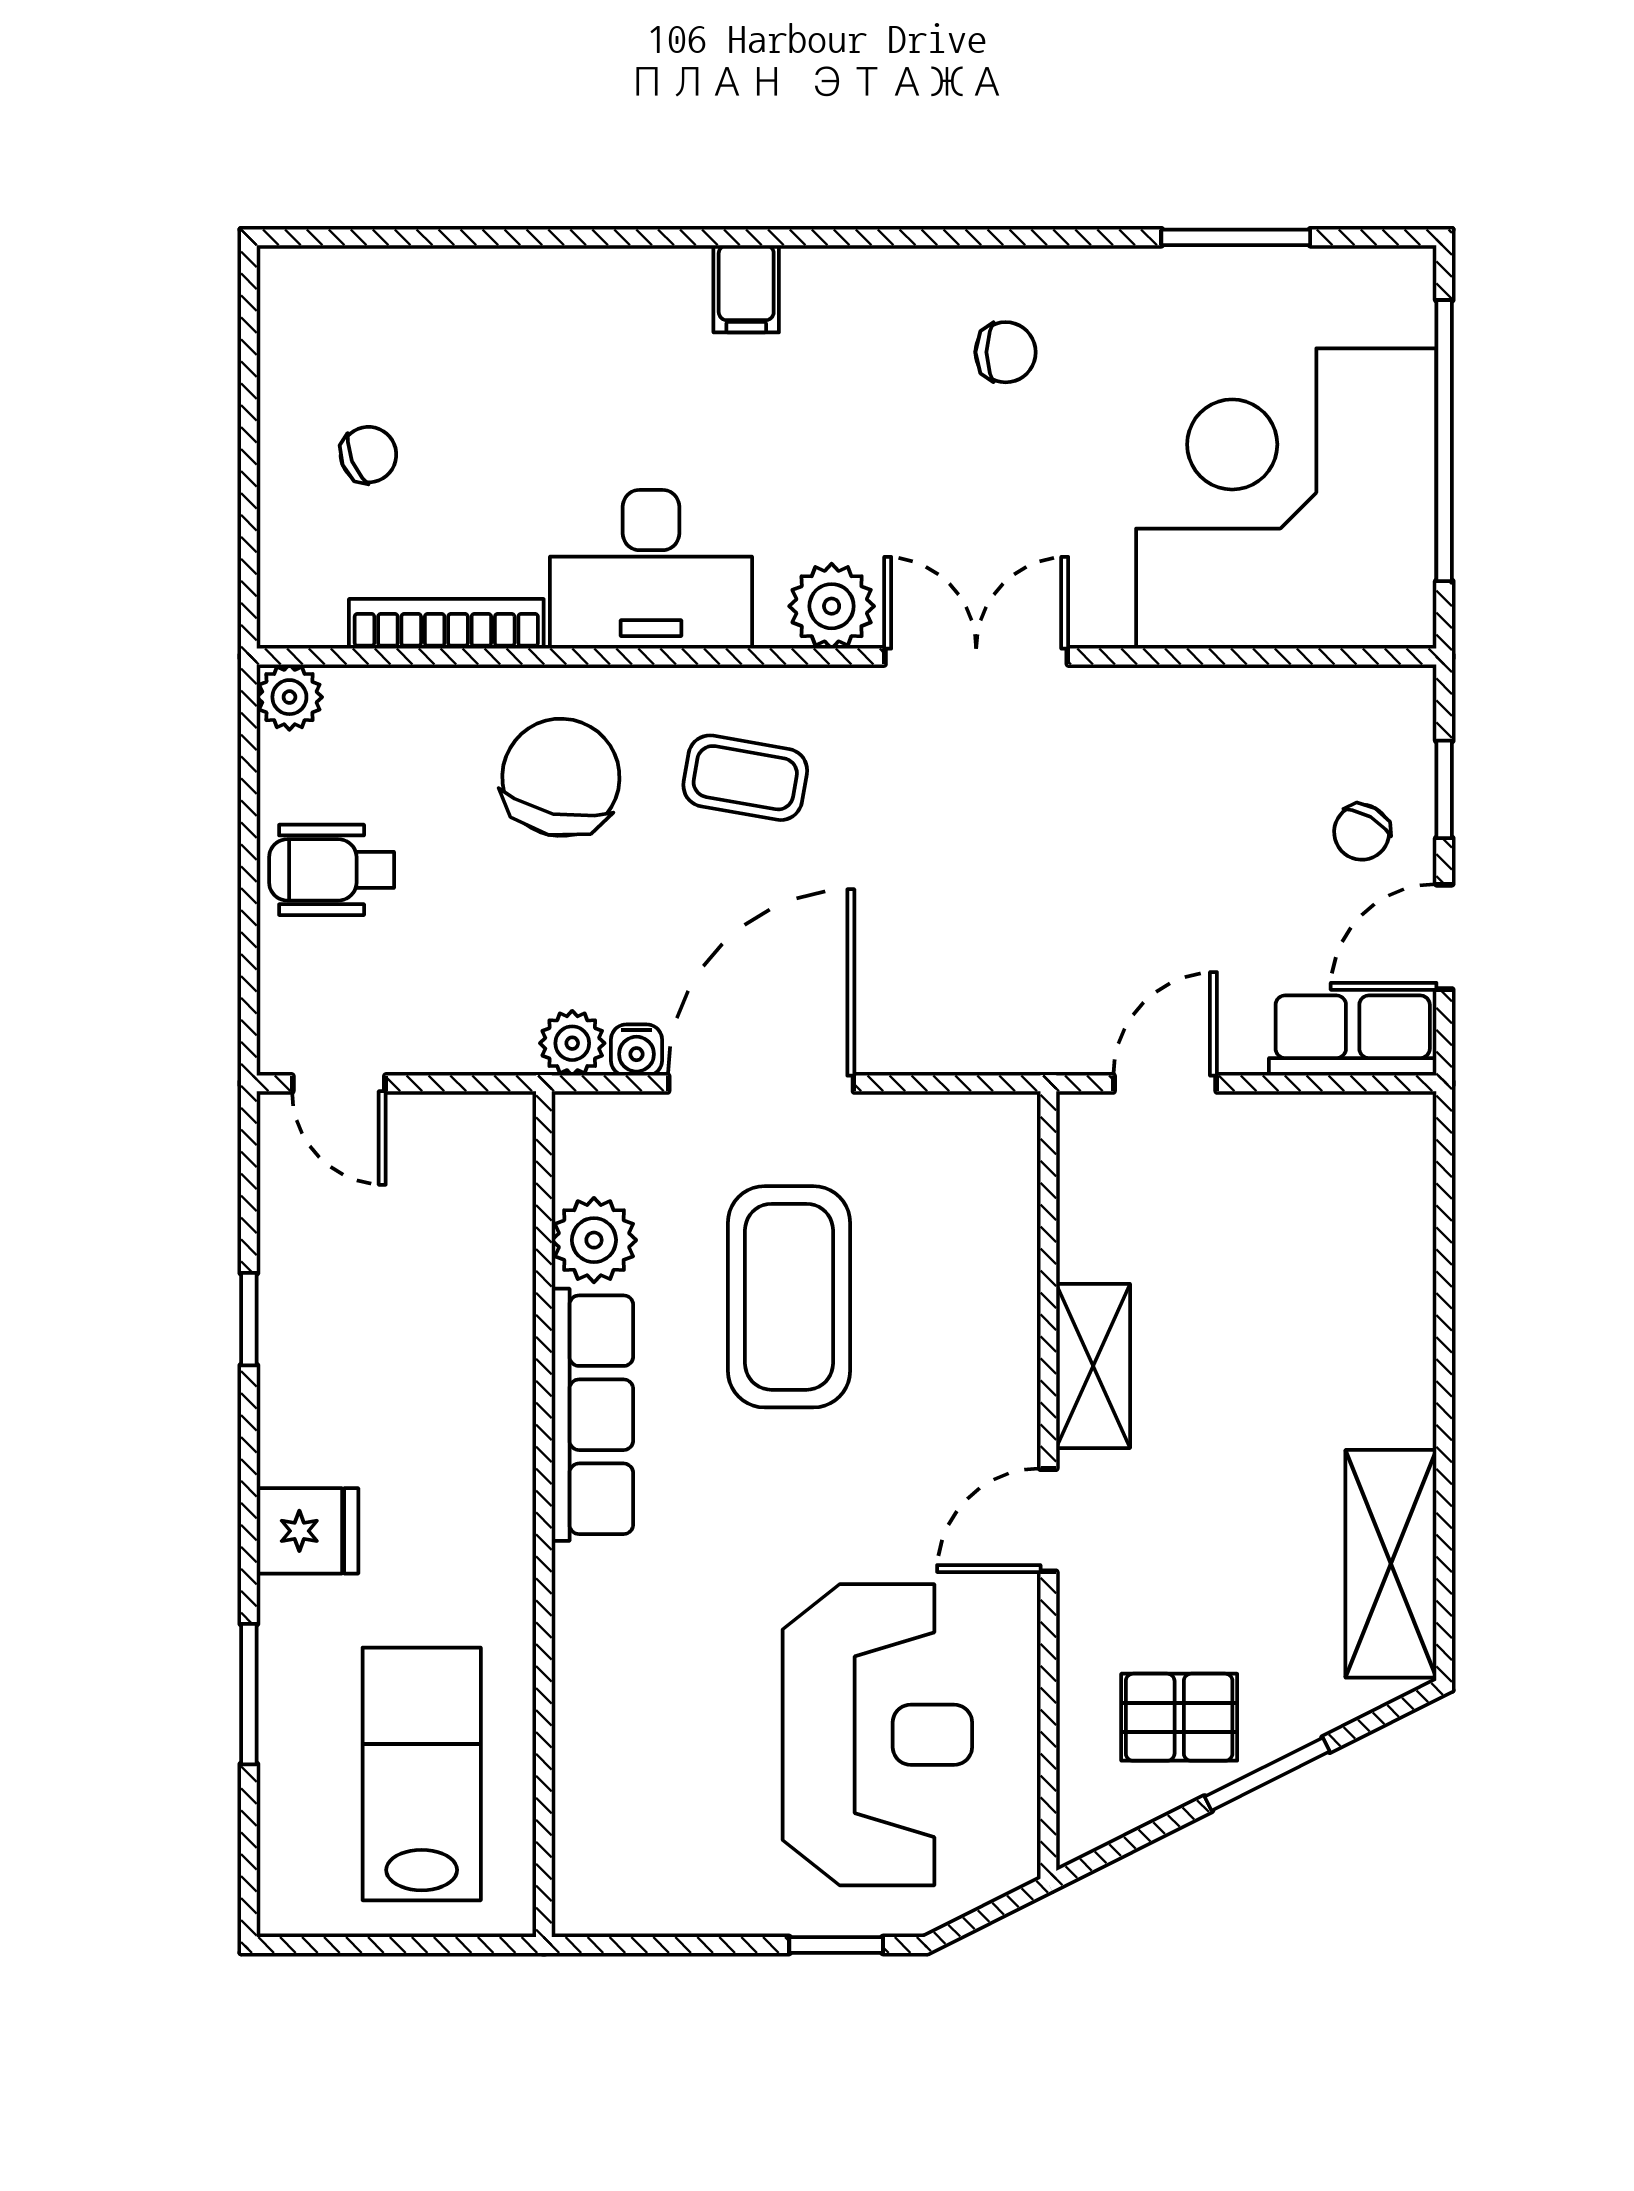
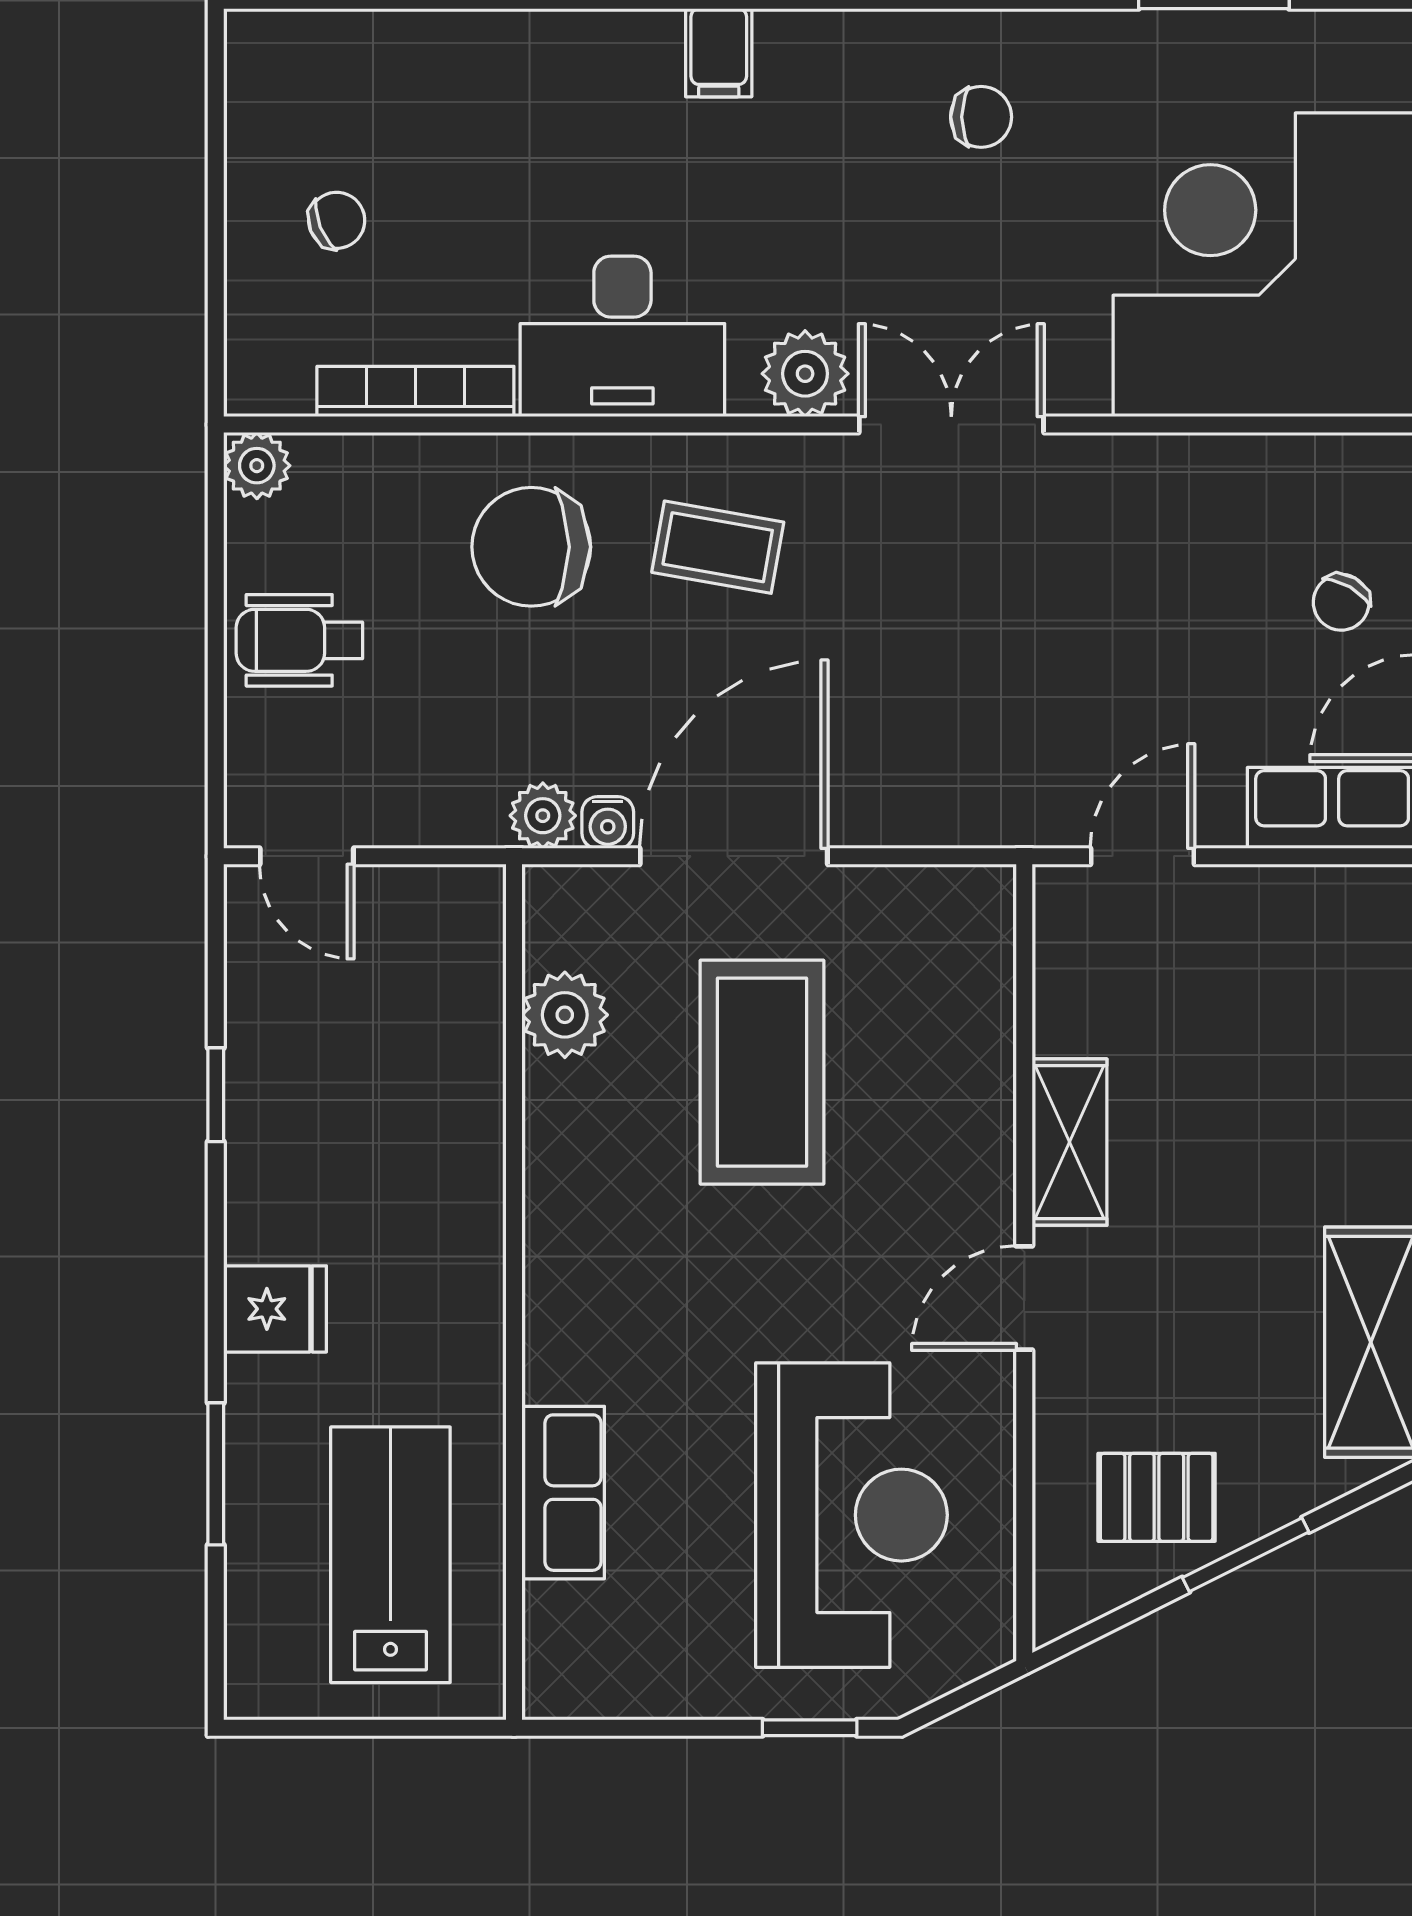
chair: (561, 777) -> (531, 547), turned -102
row of seats: (592, 1415) -> (563, 1493), moved, width x0.68

